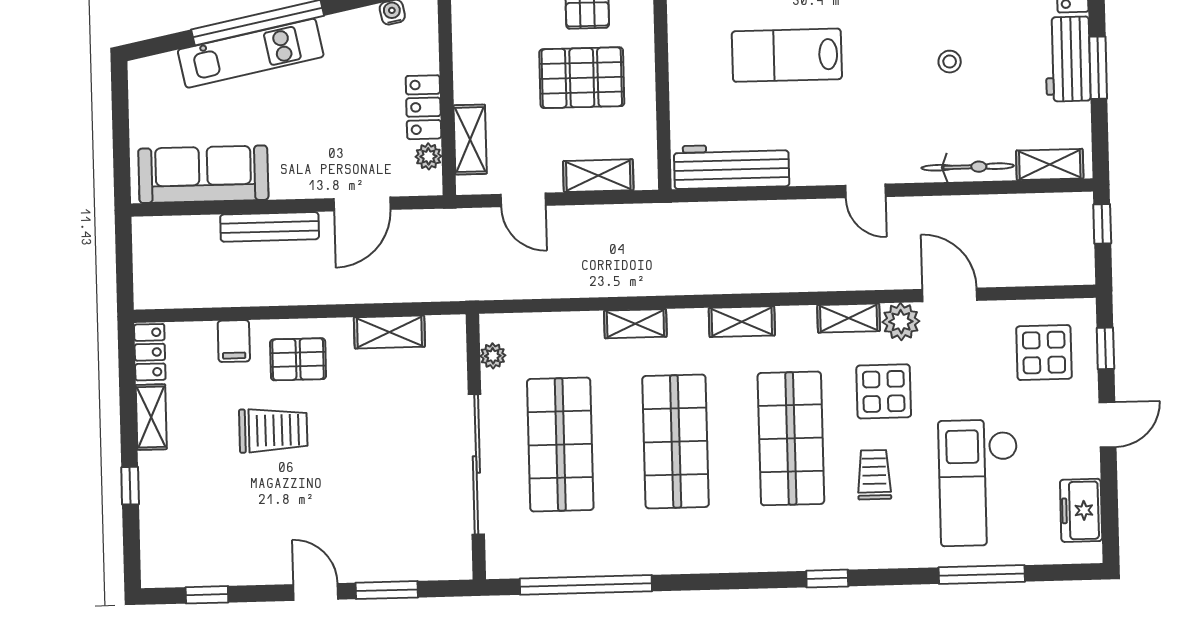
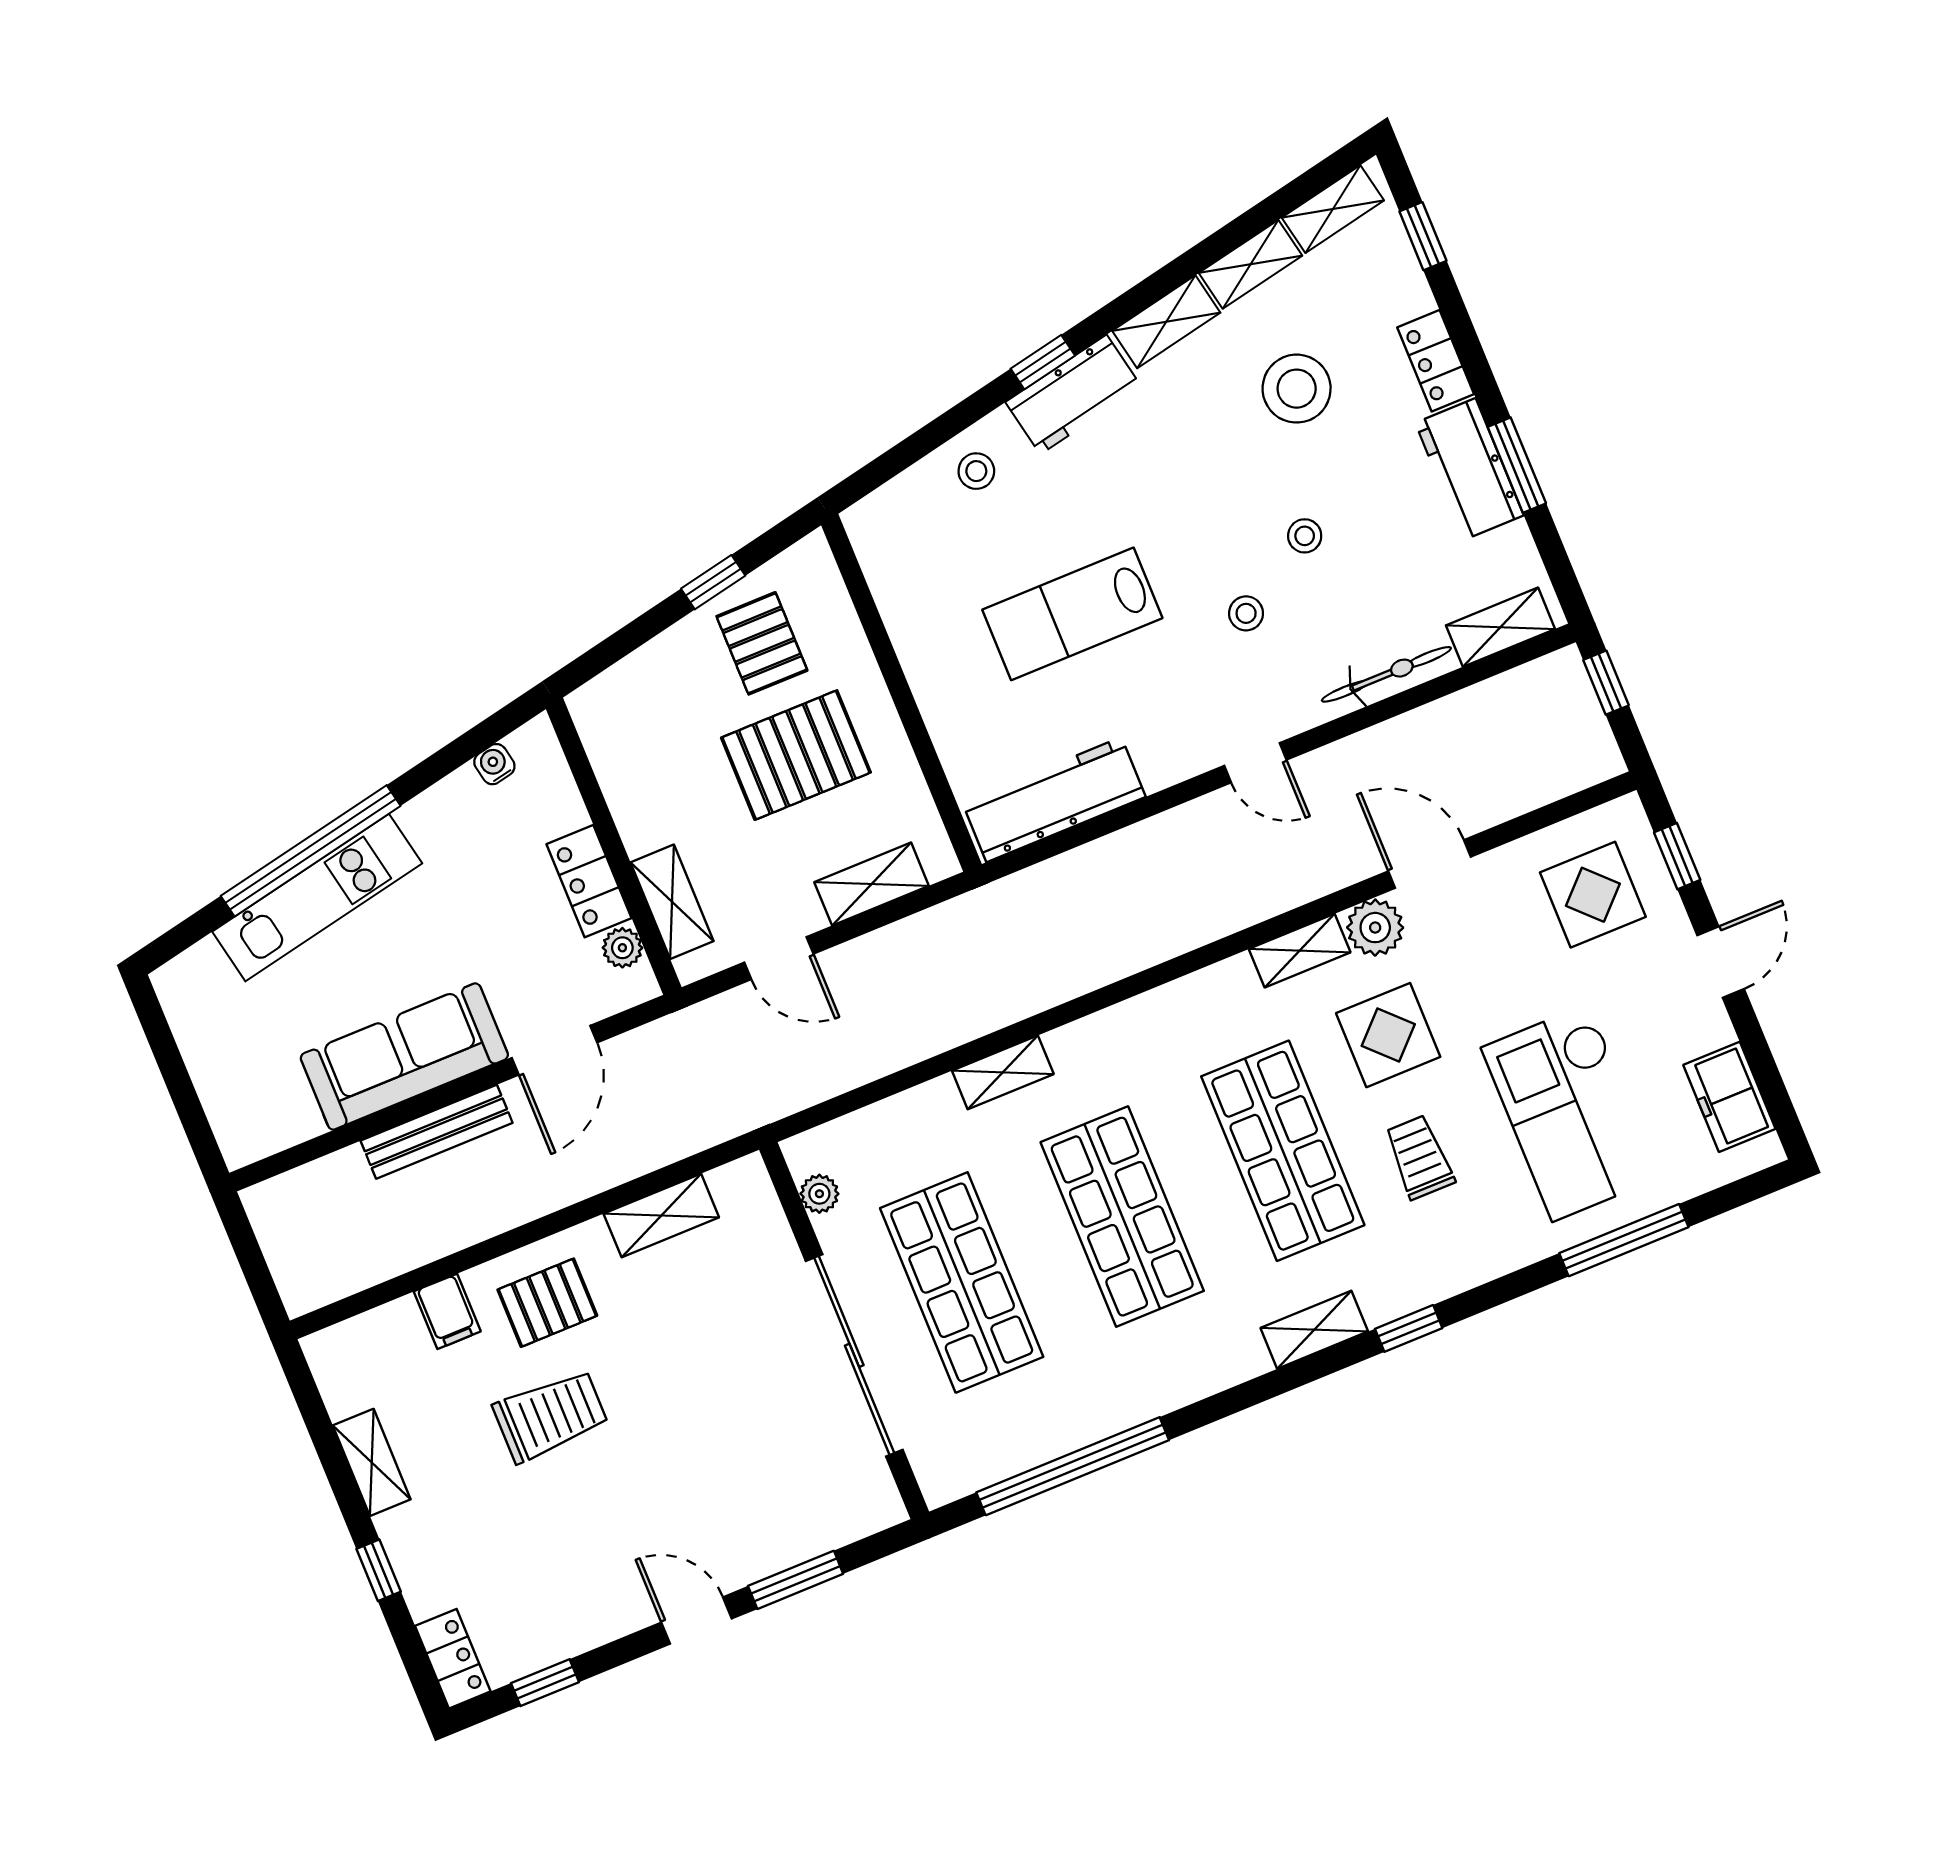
stool: (895, 96) -> (1246, 613), added
sofa: (203, 174) -> (404, 1057), moved
shelving: (742, 322) -> (1314, 1330), moved
locker: (150, 352) -> (453, 1659), moved

